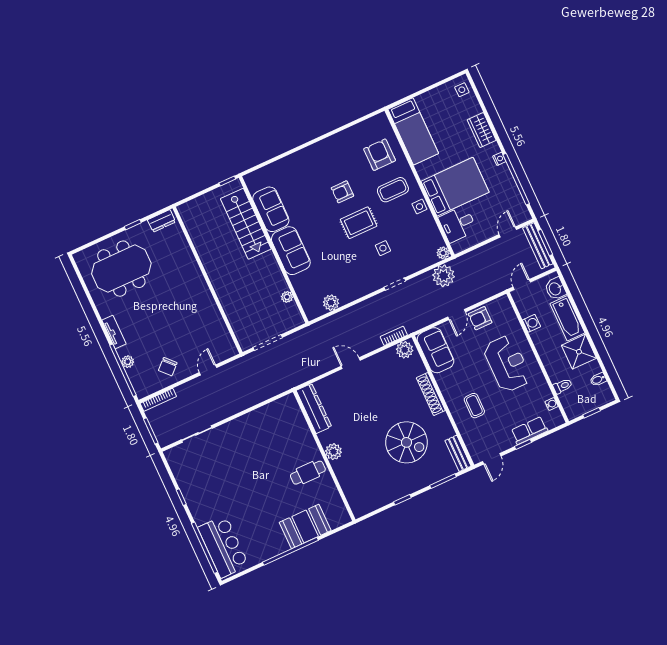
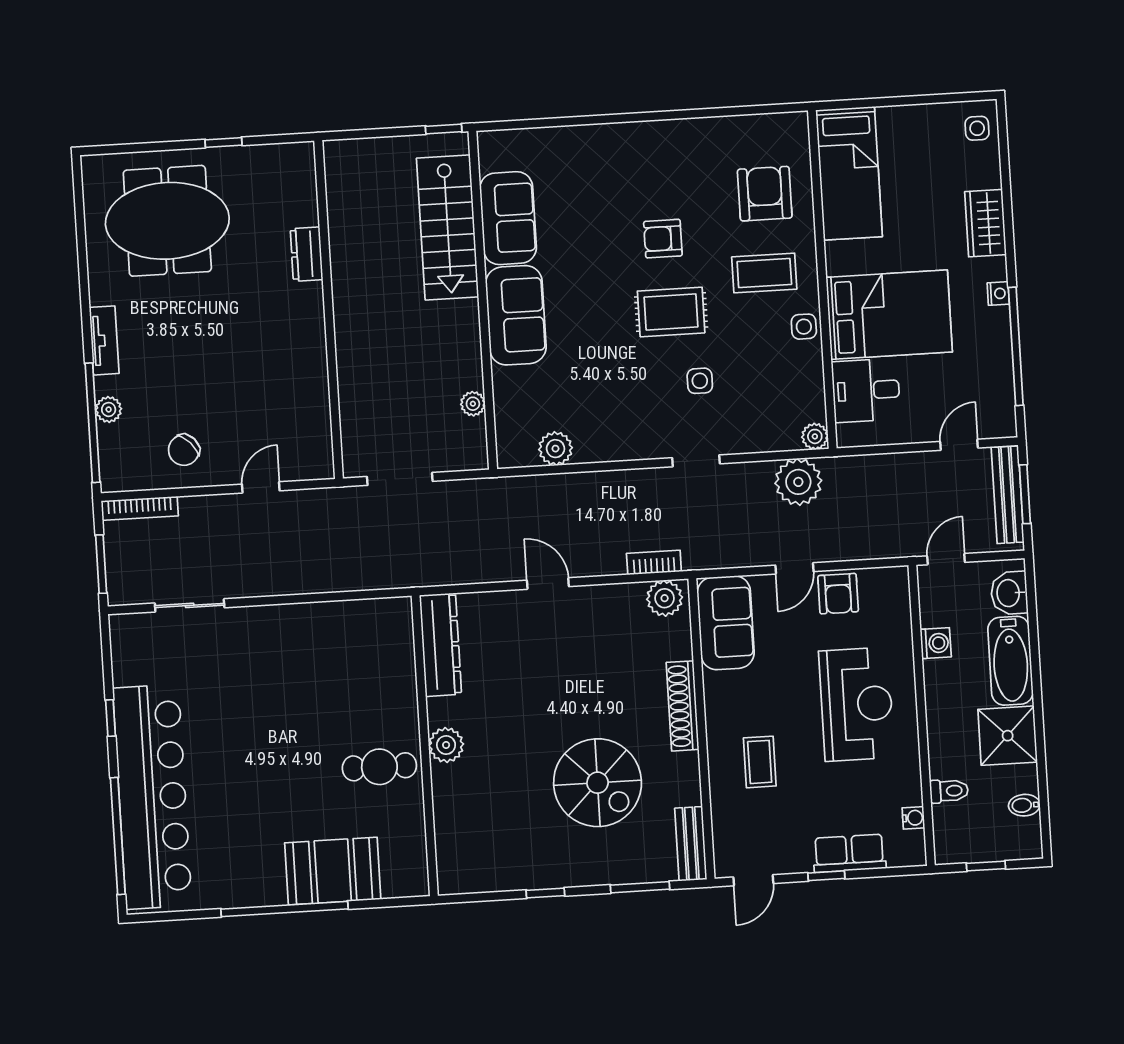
dresser: (162, 221) -> (307, 254), moved, turned 90
armchair: (480, 318) -> (838, 594), turned -90
bar counter: (223, 547) -> (152, 797), width x1.86

